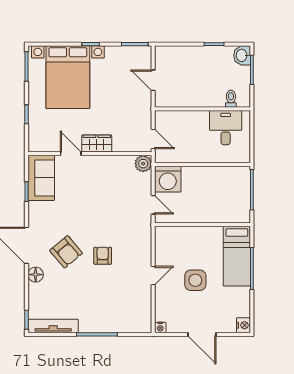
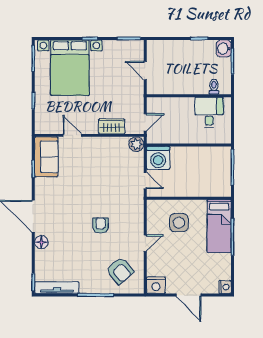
door: (153, 139) -> (145, 122), hinge flipped
wardrobe: (97, 144) -> (112, 126), moved
armchair: (66, 252) -> (120, 271), moved
side table: (195, 280) -> (179, 223), moved
nightstand: (160, 327) -> (156, 285), width x1.89, depth x1.79

